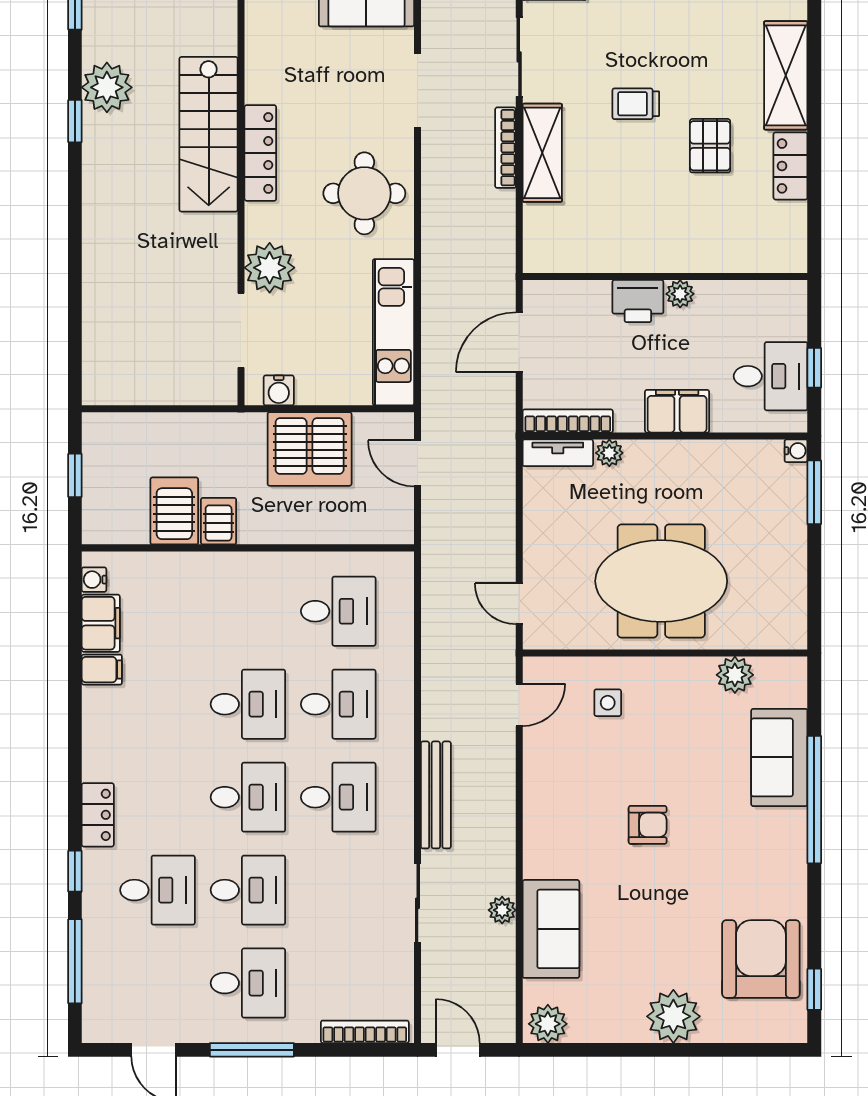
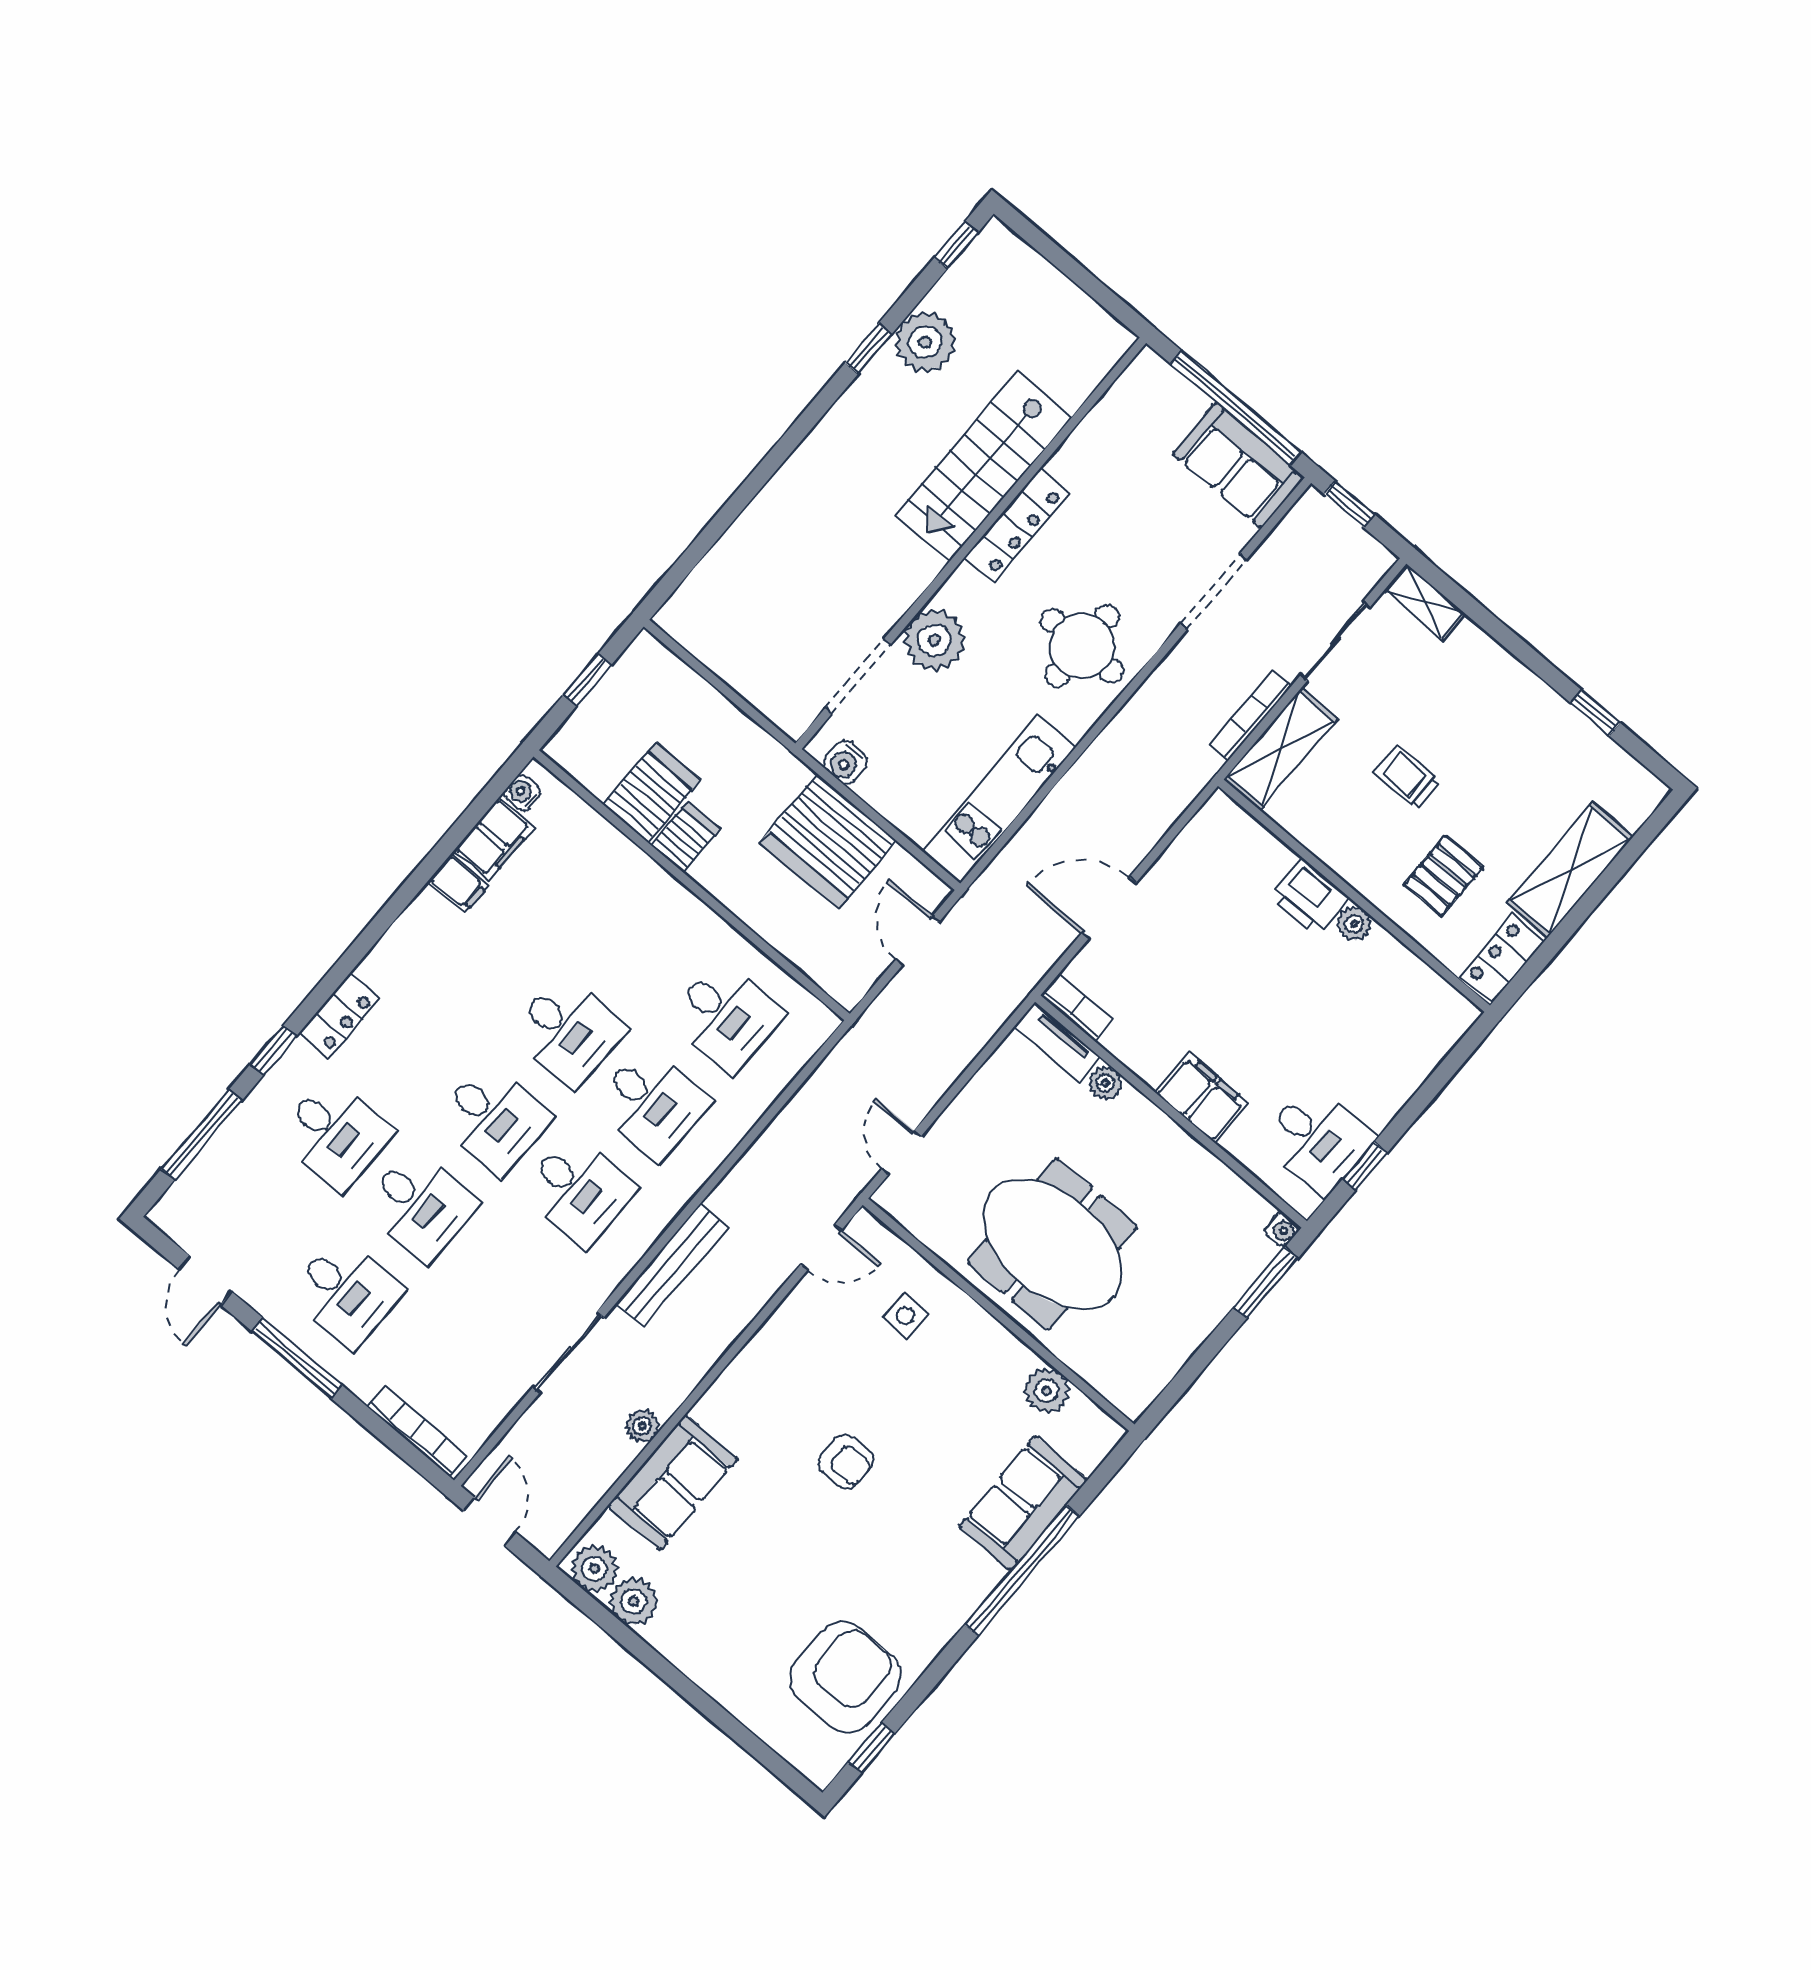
wall: (665, 277) -> (1354, 896), moved
plant: (680, 294) -> (1354, 924), moved
printer: (638, 301) -> (1309, 897), moved
bookcase: (568, 421) -> (1077, 1007), width x0.64
plant: (673, 1016) -> (634, 1601), moved, width x0.73, depth x0.73

